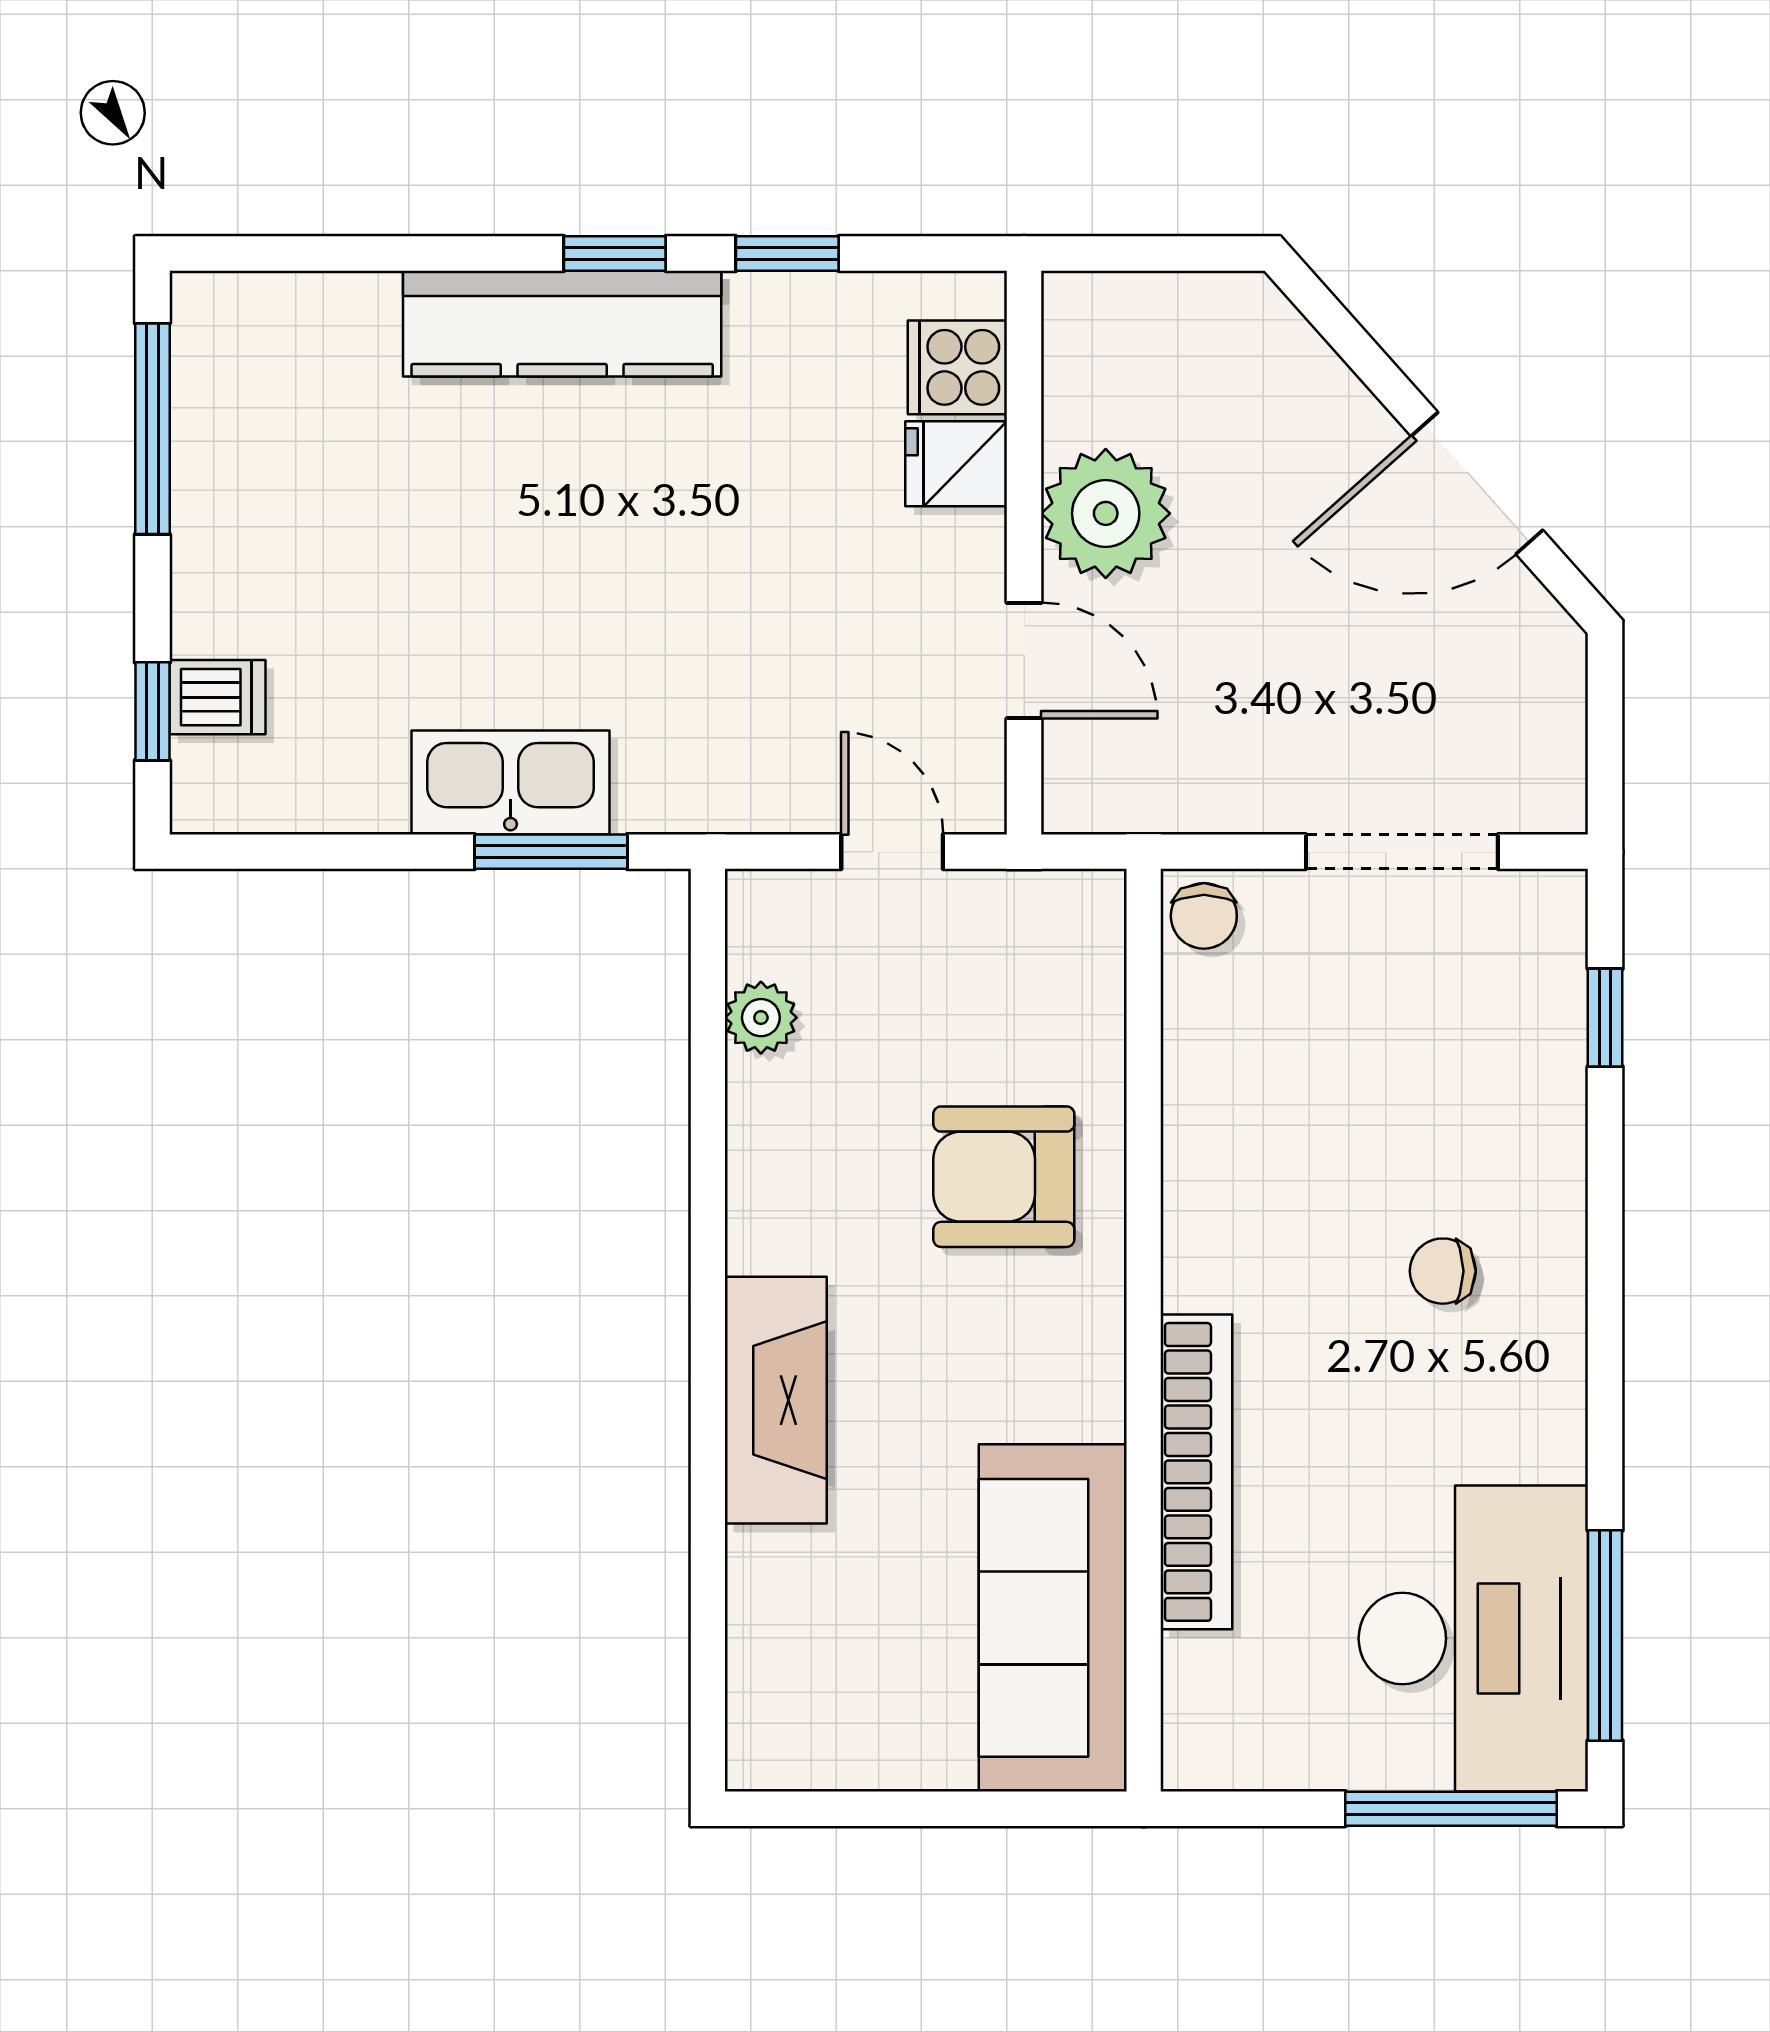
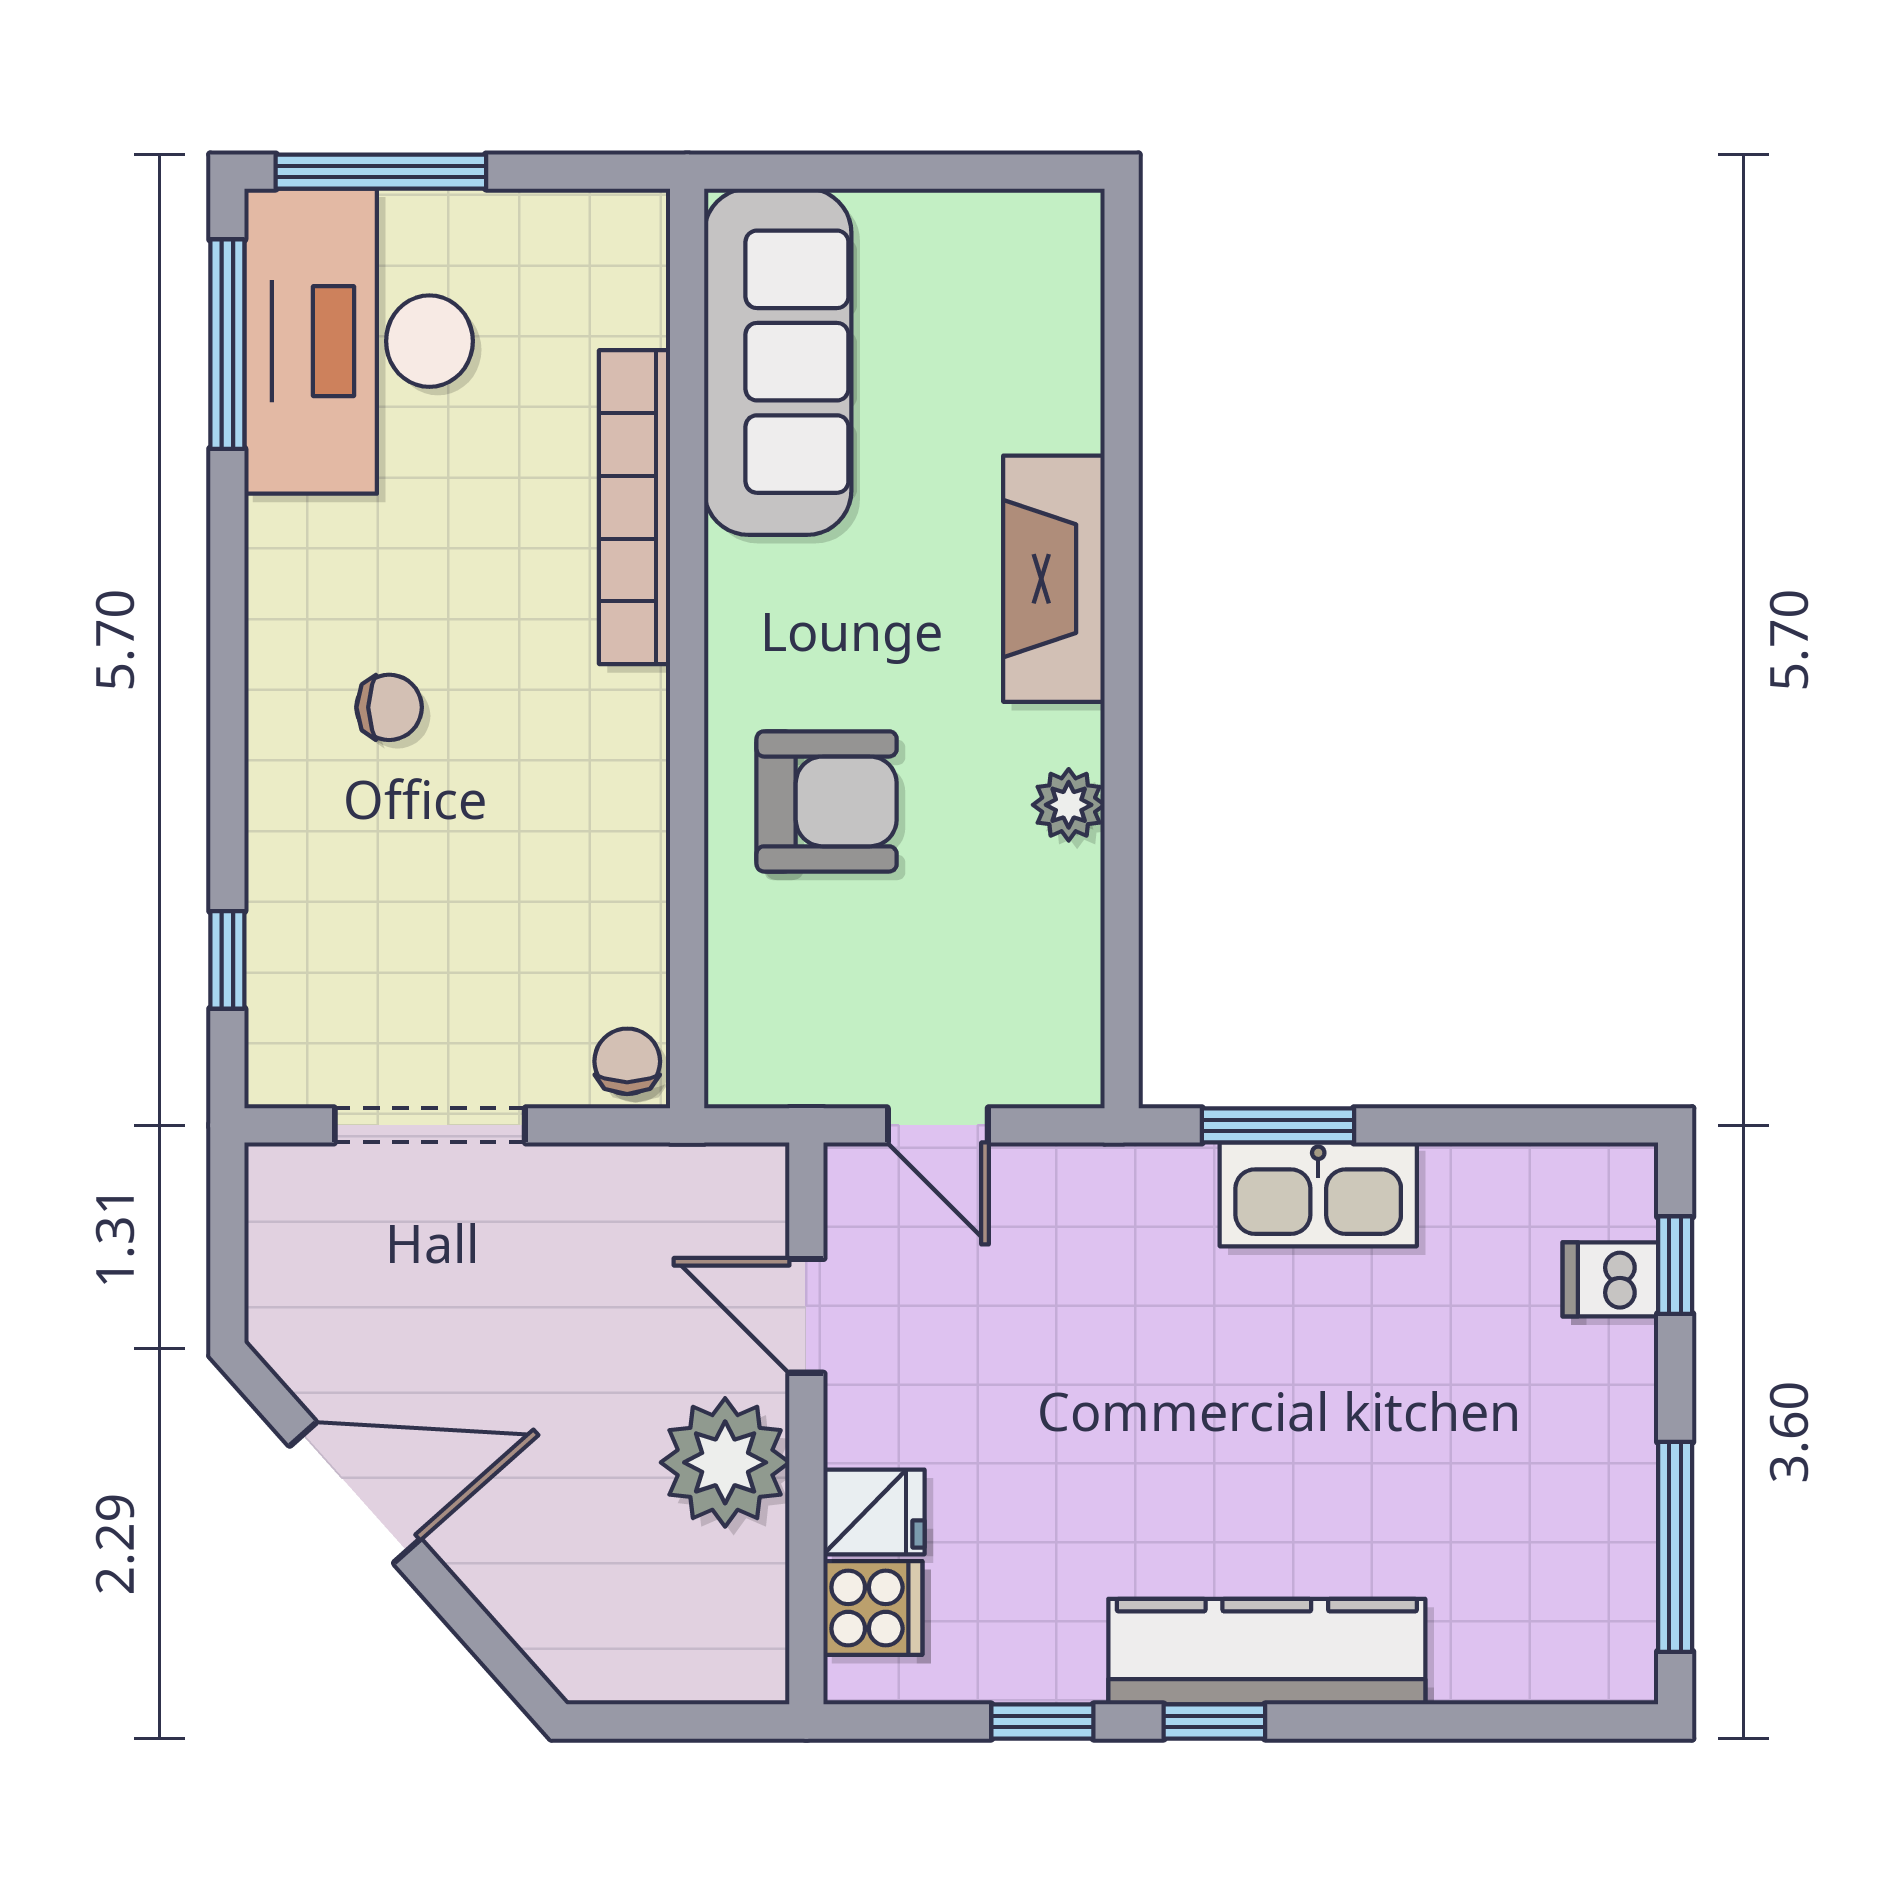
plant: (761, 1018) -> (1069, 805), moved

